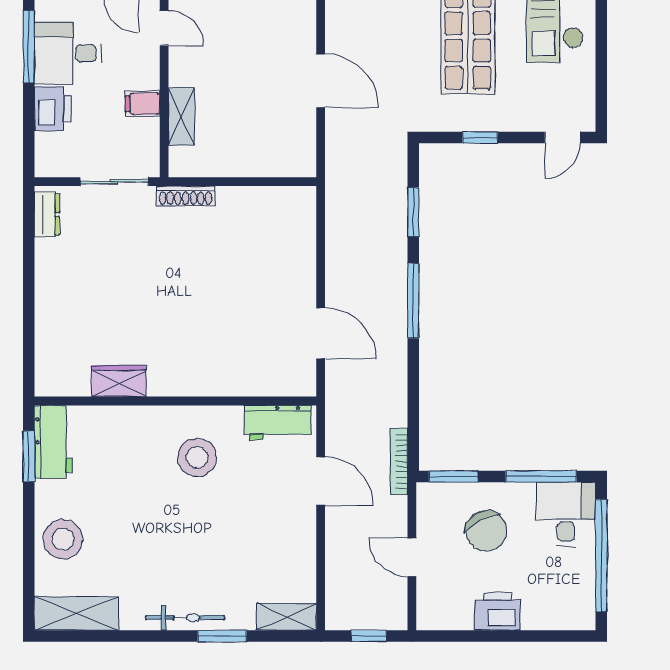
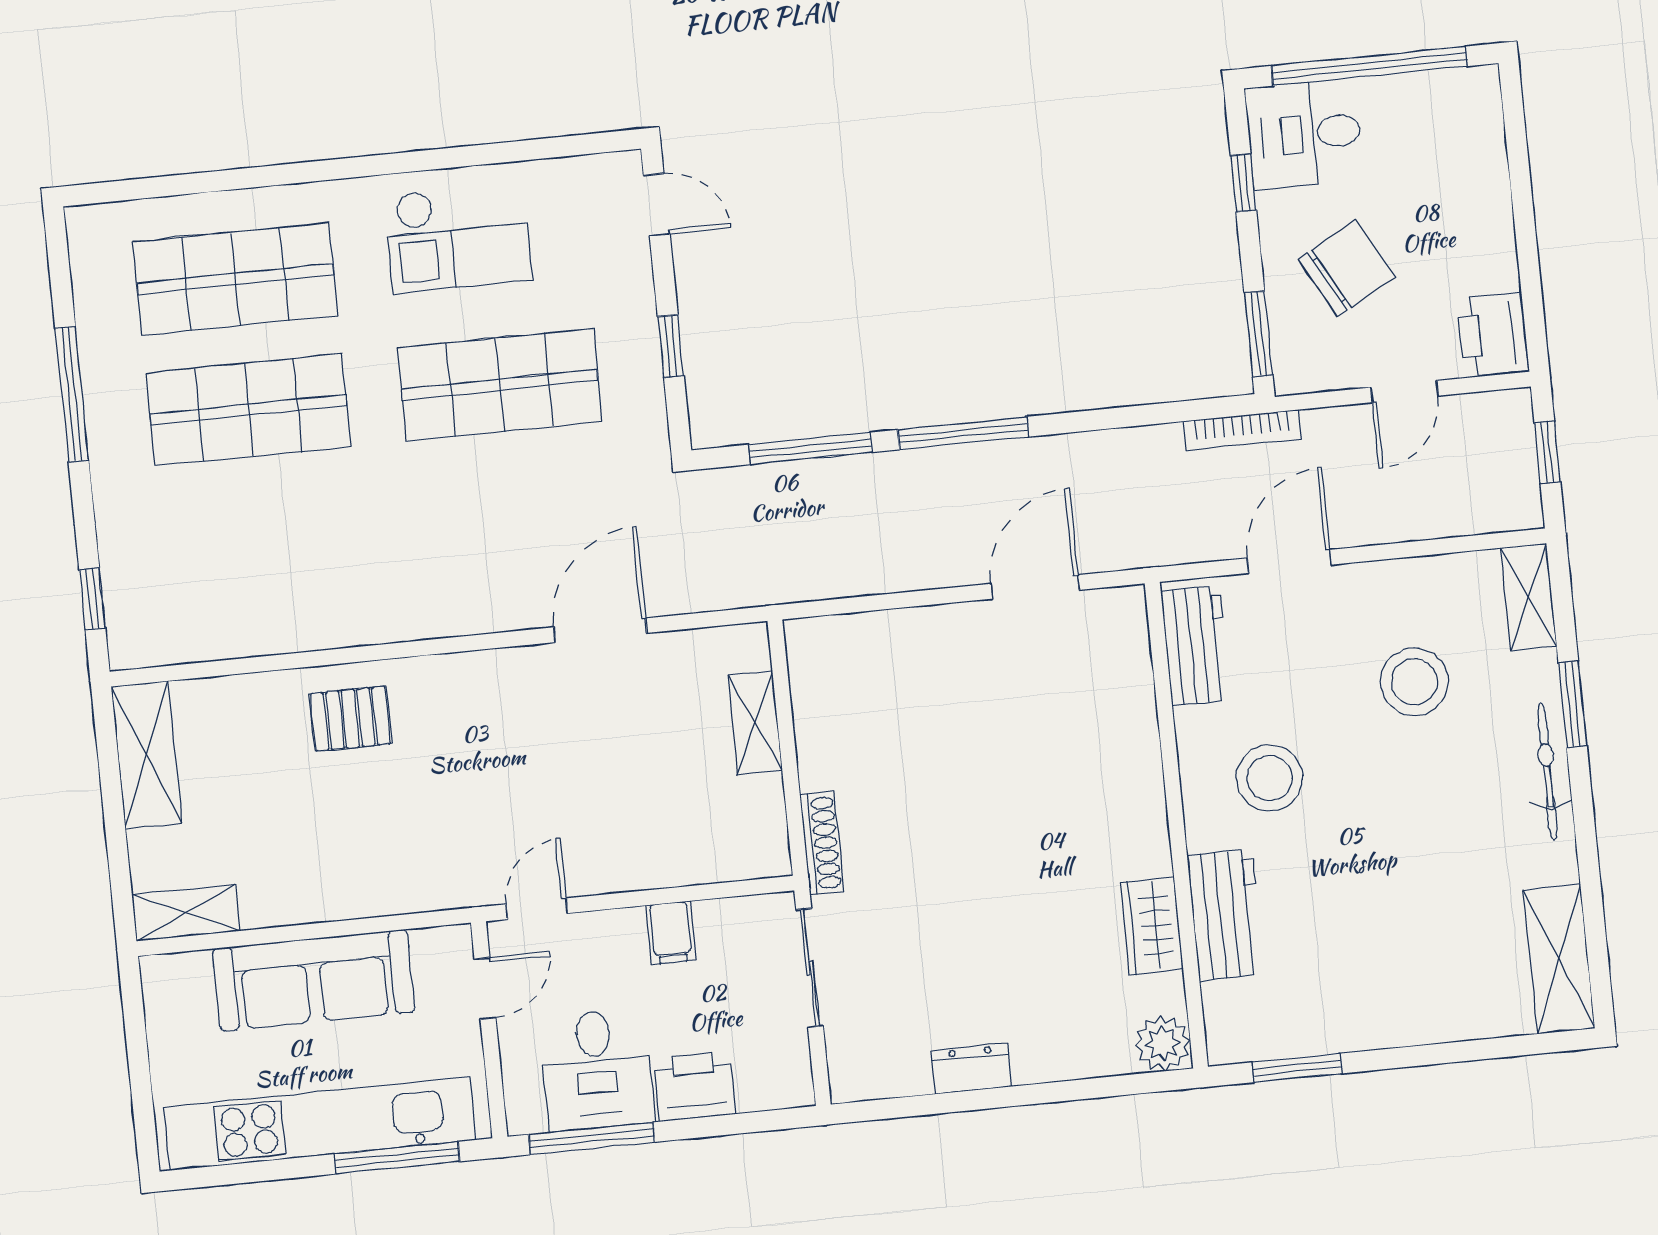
shelving: (181, 117) -> (755, 723), moved, turned 90
window: (413, 212) -> (811, 448), width x1.44
dresser: (47, 214) -> (972, 1069), moved
plant: (51, 381) -> (1163, 1043), added
workbench: (53, 442) -> (1225, 915), moved, turned 90
window: (541, 476) -> (1243, 183), width x0.46
stool: (63, 539) -> (1414, 682), moved
printer: (497, 611) -> (1493, 334), moved

